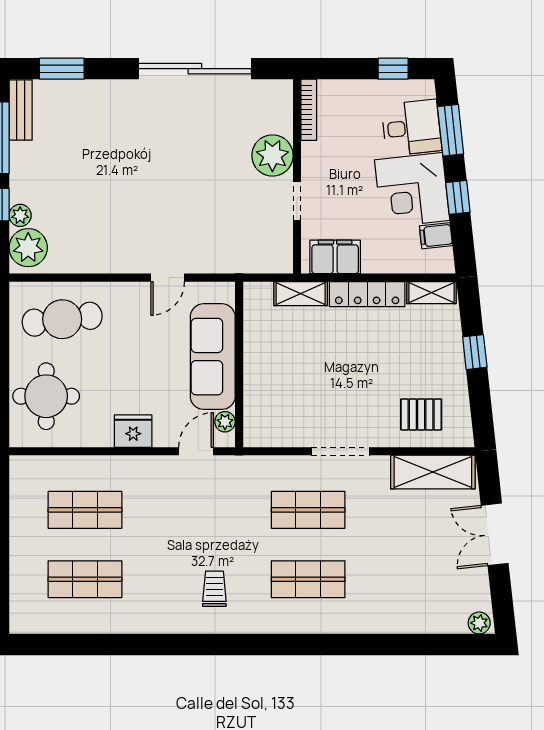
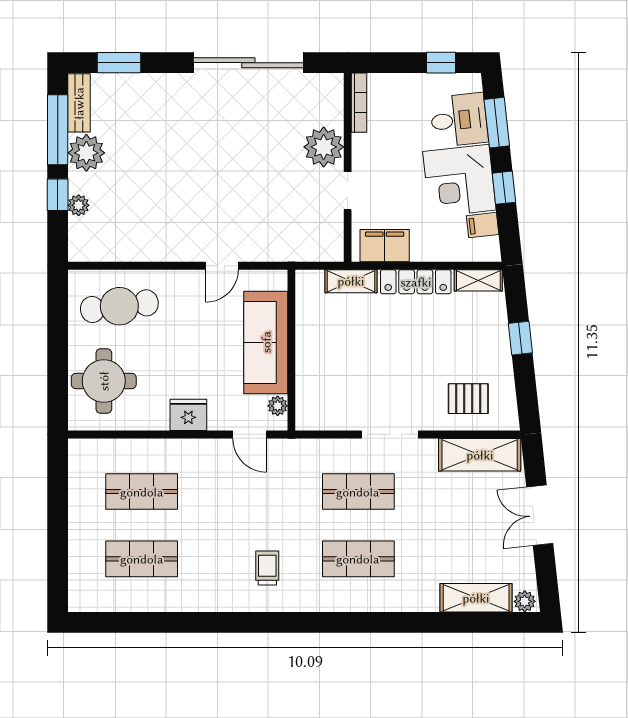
plant: (28, 248) -> (86, 153), moved
door: (196, 451) -> (249, 434), swing flipped
shelving: (429, 619) -> (476, 598), added

